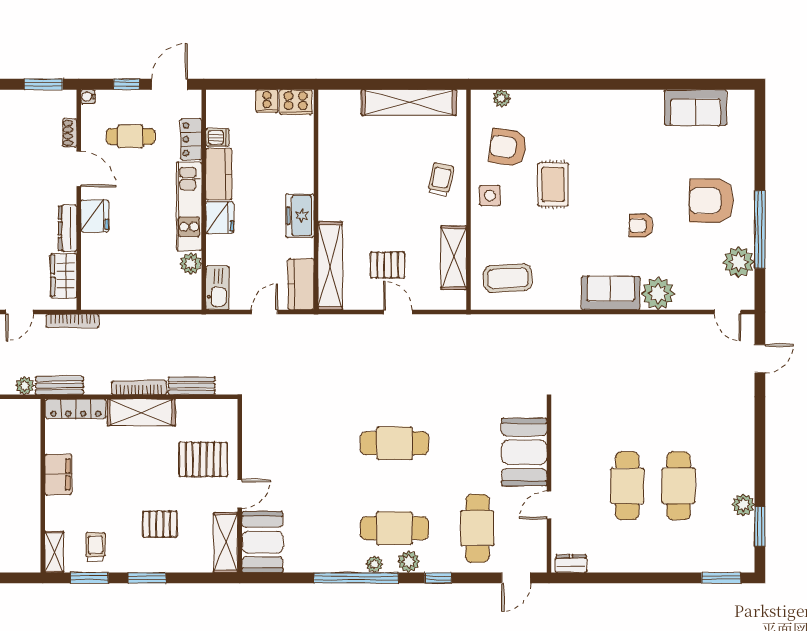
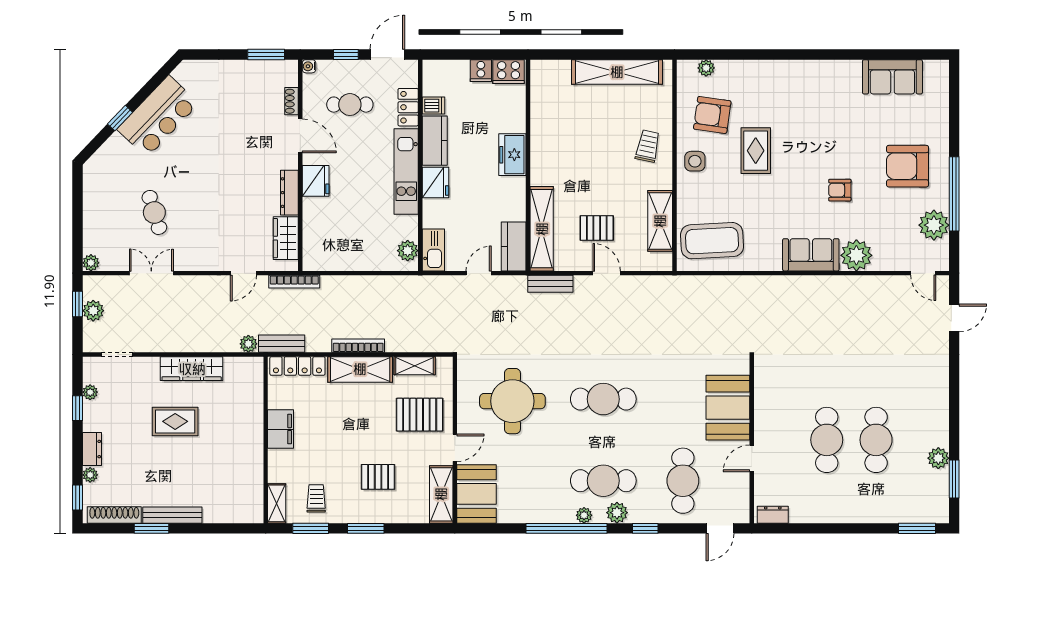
freezer: (300, 216) -> (512, 155), moved
plant: (191, 263) -> (408, 251), moved
coffee table: (508, 278) -> (712, 241), width x1.36, depth x1.32
bench: (192, 386) -> (550, 284), moved
shelving: (198, 409) -> (415, 366), added
round table: (300, 445) -> (512, 401), added

